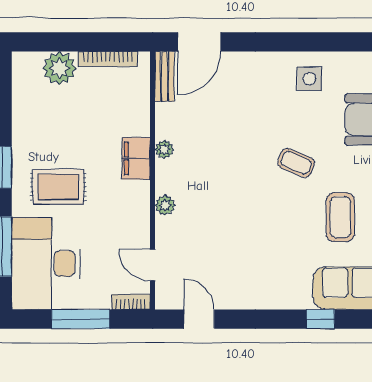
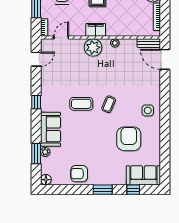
filing cabinet: (136, 158) -> (96, 30), moved
plant: (165, 205) -> (93, 47), width x1.87, depth x1.87
coffee table: (340, 217) -> (81, 104), moved
window: (320, 319) -> (36, 102), moved

